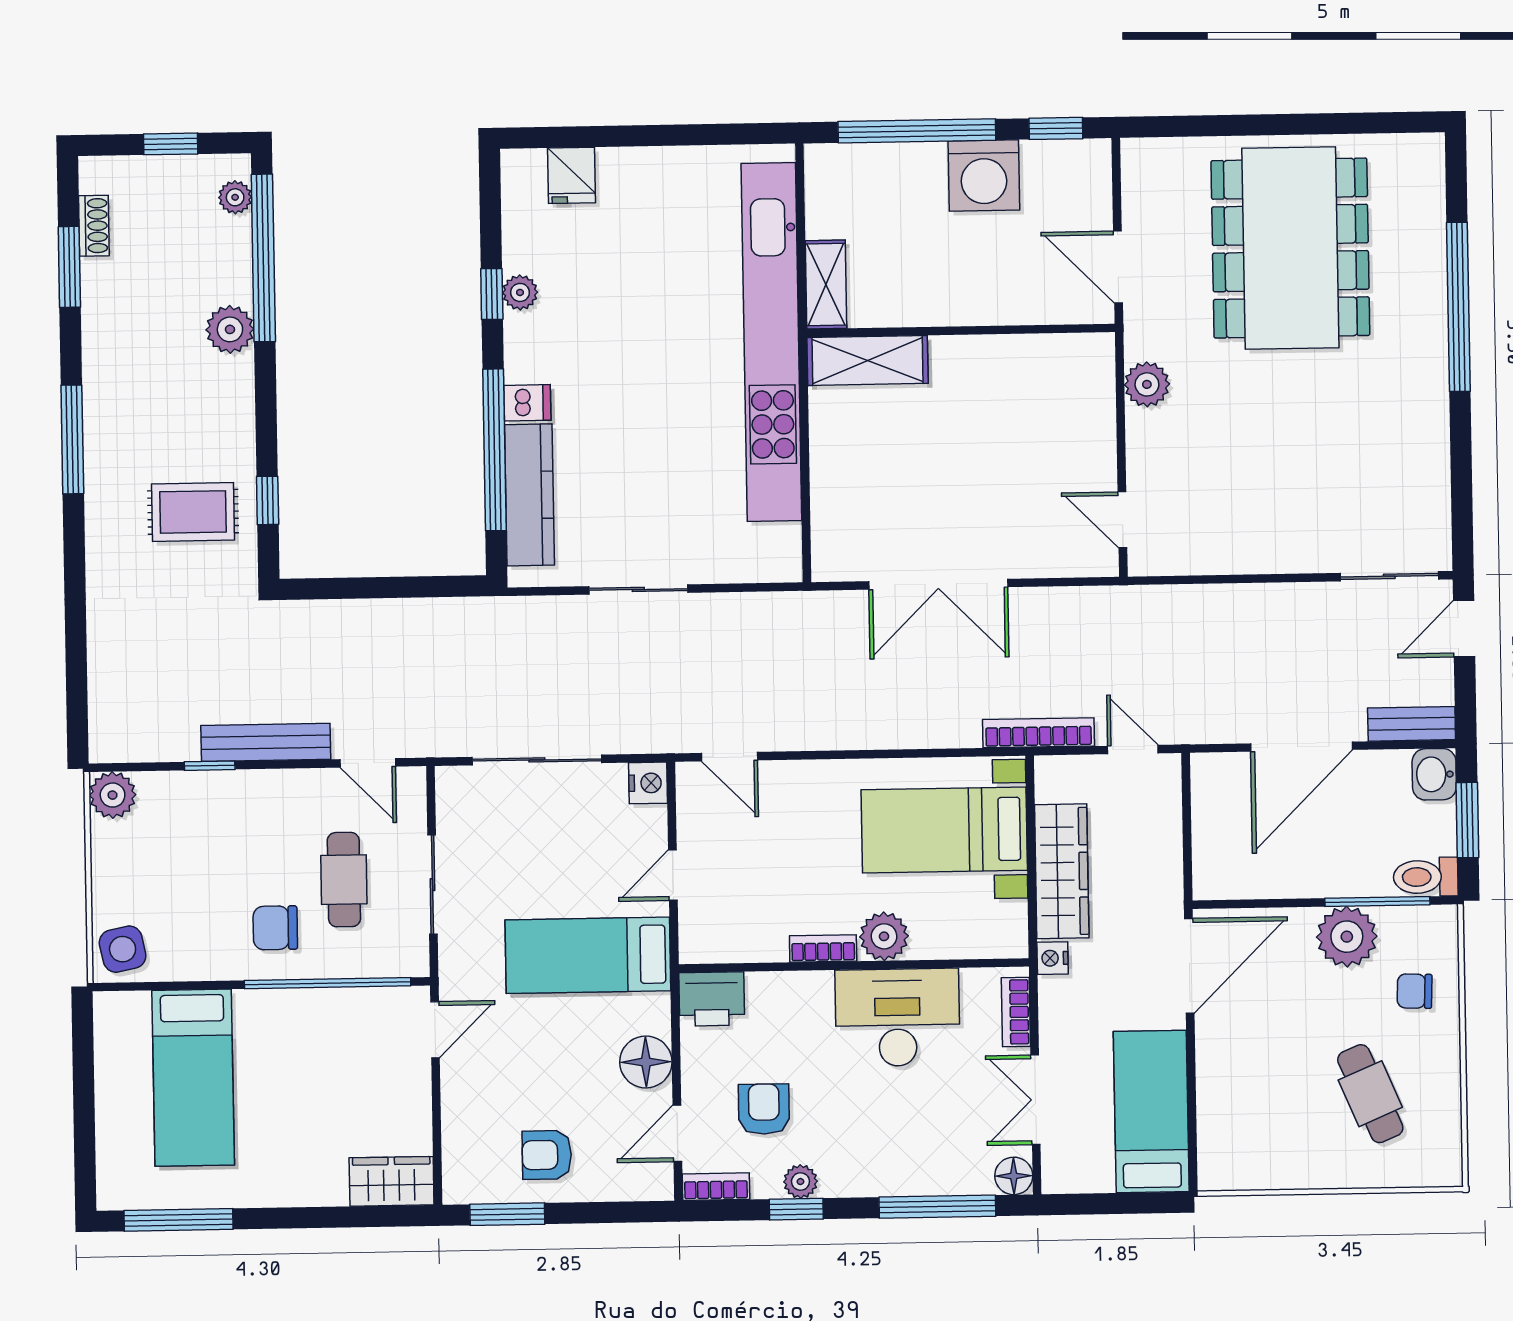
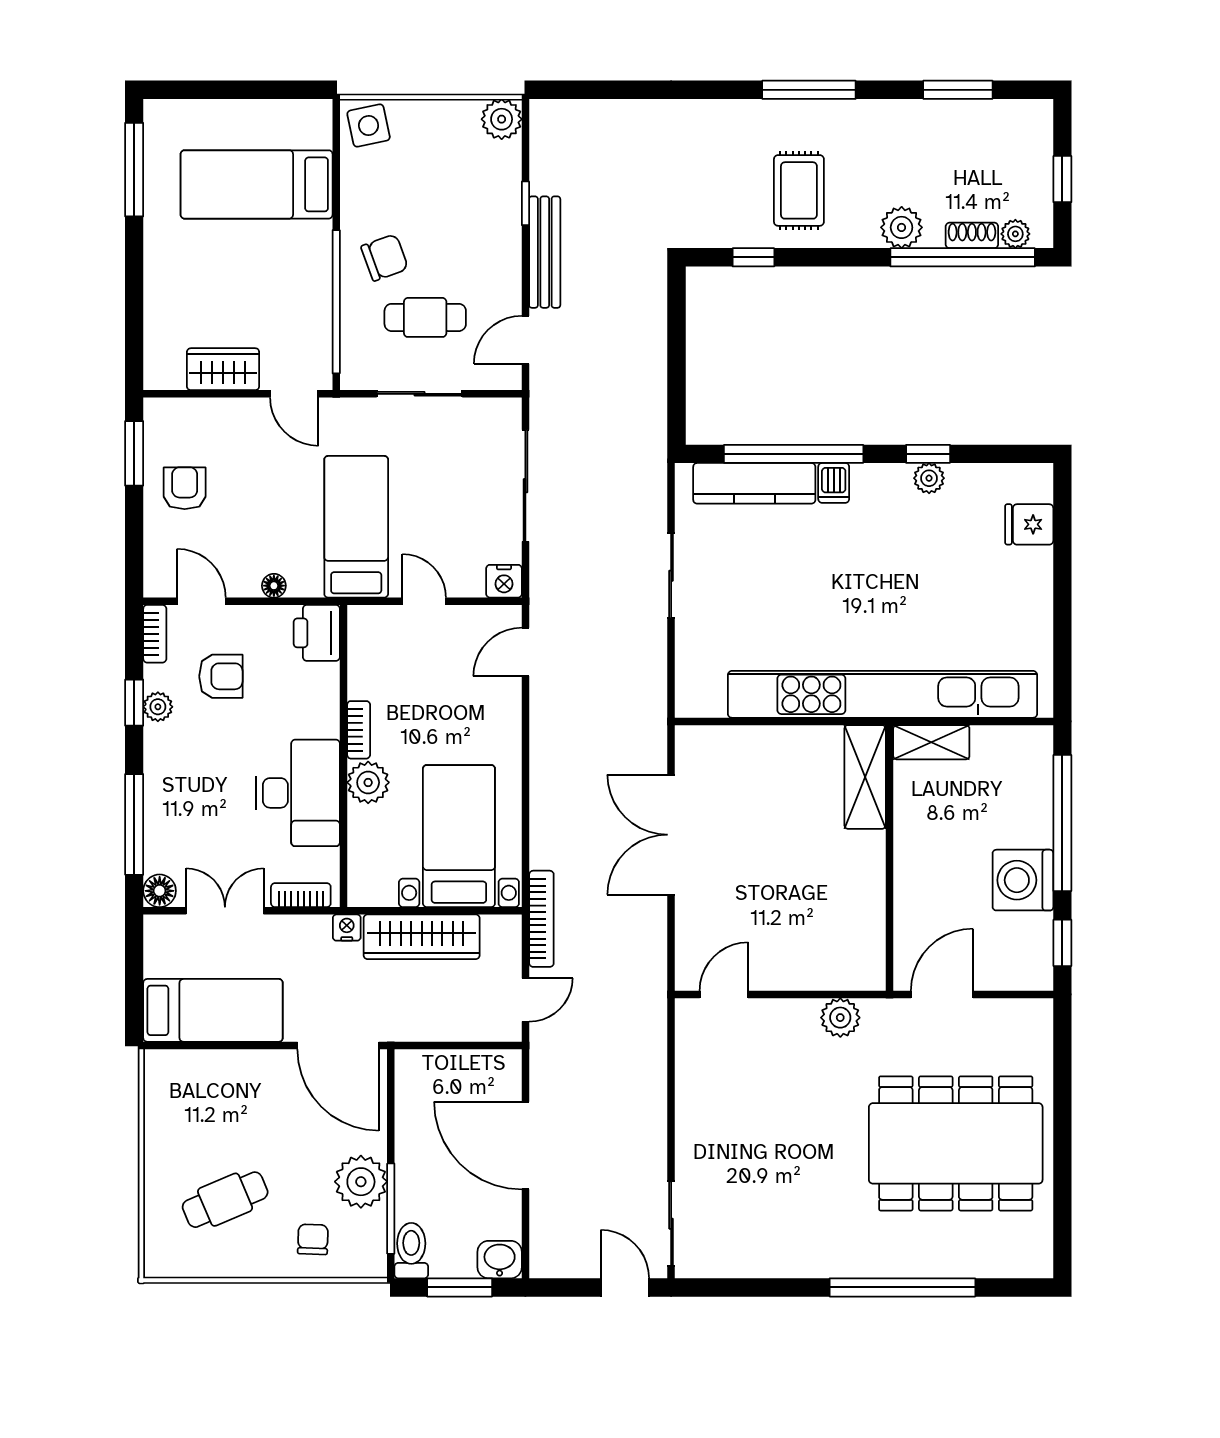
shoe rack: (94, 226) -> (972, 235), moved, turned 180
rug: (193, 512) -> (799, 190), moved
bench: (1412, 724) -> (543, 1241), removed
chair: (275, 928) -> (385, 258), turned 70
floor lamp: (646, 1062) -> (274, 586), width x0.53, depth x0.53
wardrobe: (392, 1181) -> (223, 369), moved, turned -90

